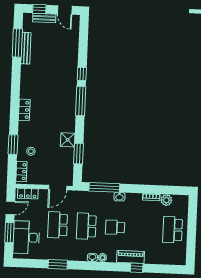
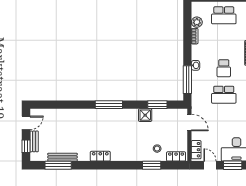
window: (82, 74) -> (84, 105), removed
locker: (24, 110) -> (100, 156), moved
school desk: (58, 225) -> (224, 121), removed

